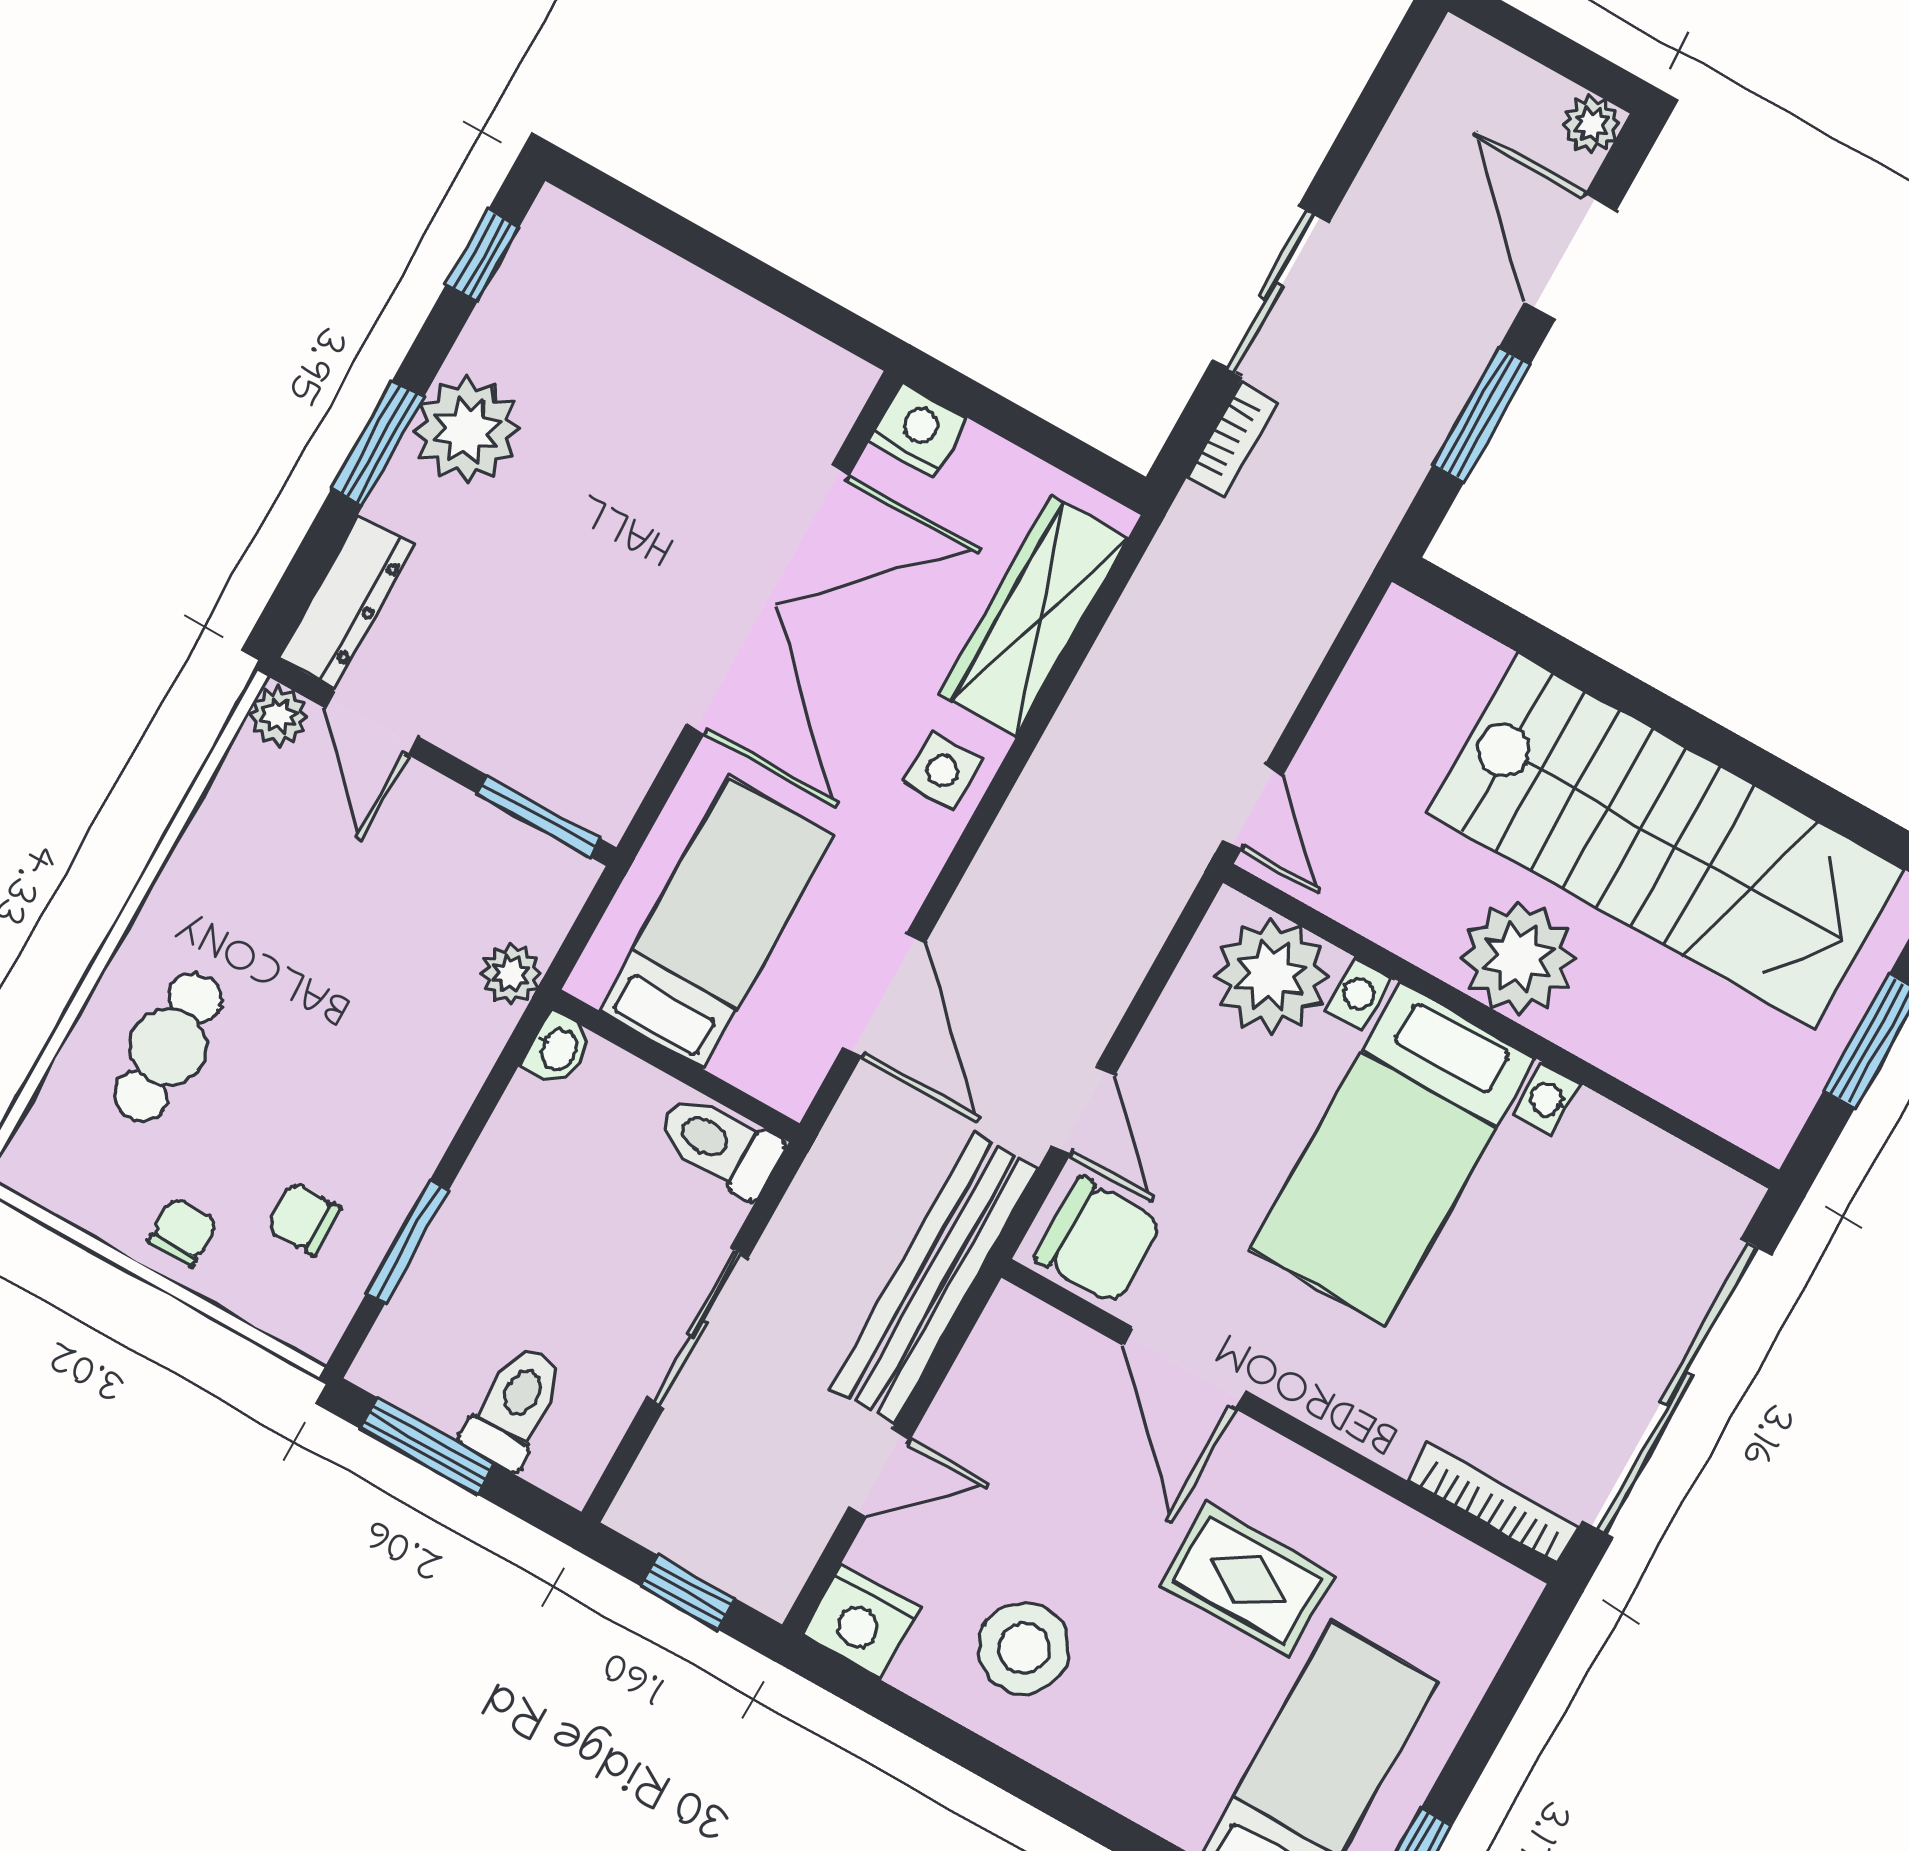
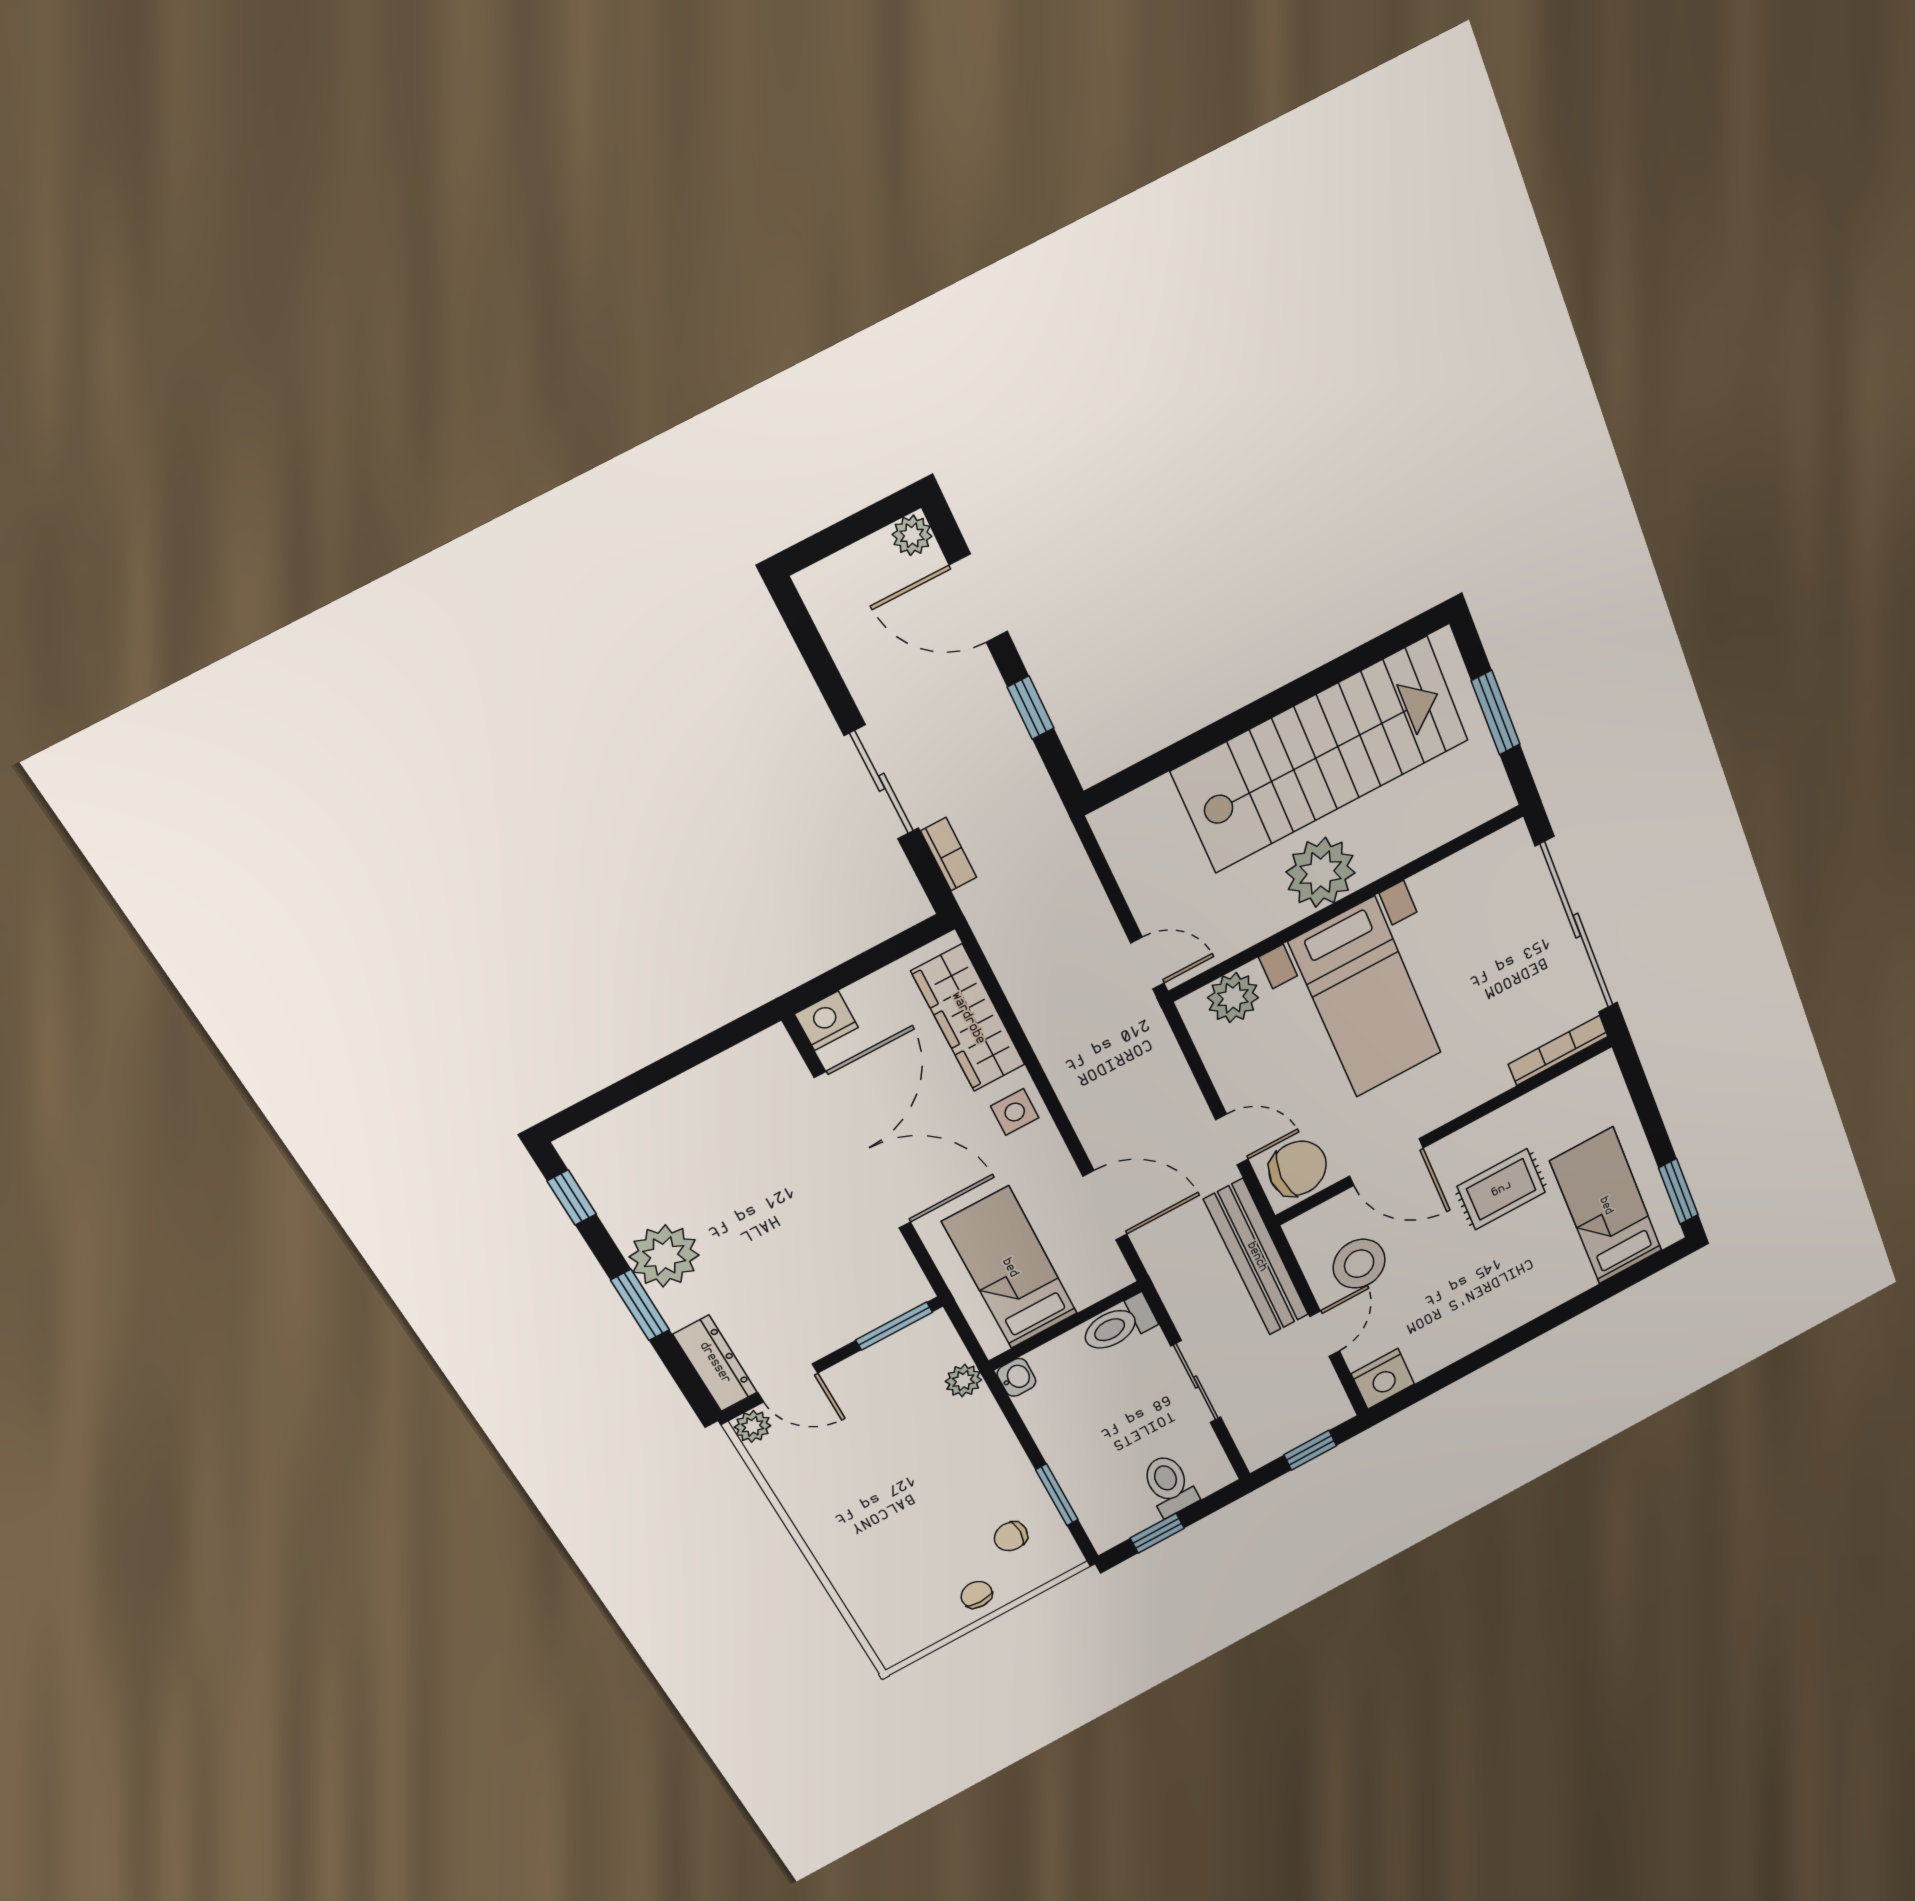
window: (1482, 415) -> (1031, 708), width x0.67
plant: (1271, 976) -> (1233, 998), width x0.73, depth x0.73
cafe table: (168, 1047) -> (882, 1559), removed
window: (427, 1446) -> (1157, 1533), width x0.67
stool: (1024, 1648) -> (1359, 1264), moved

